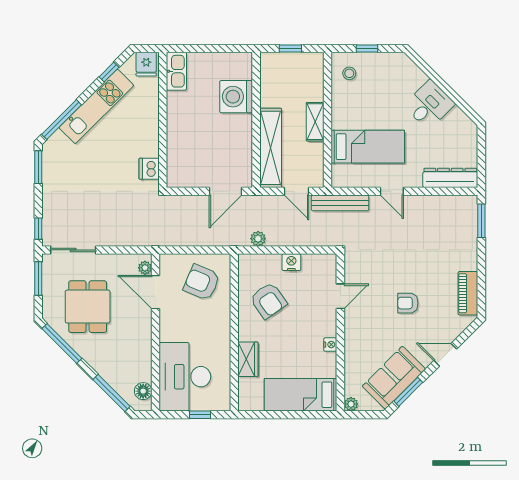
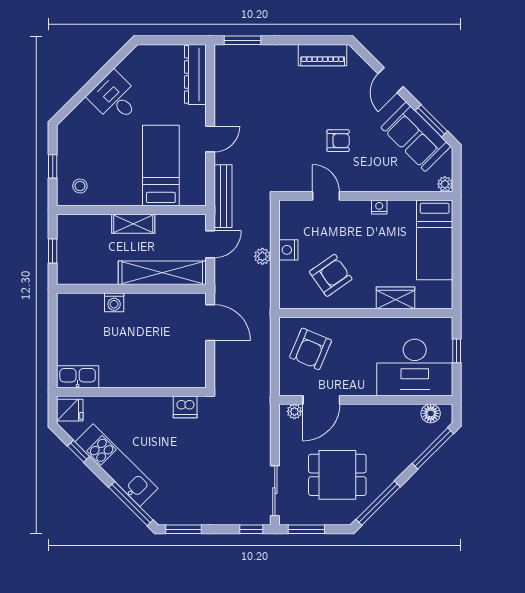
washing machine: (236, 97) -> (114, 302), width x0.53, depth x0.53
plant: (258, 239) -> (262, 256), moved
armchair: (408, 303) -> (338, 141), moved, turned -90

